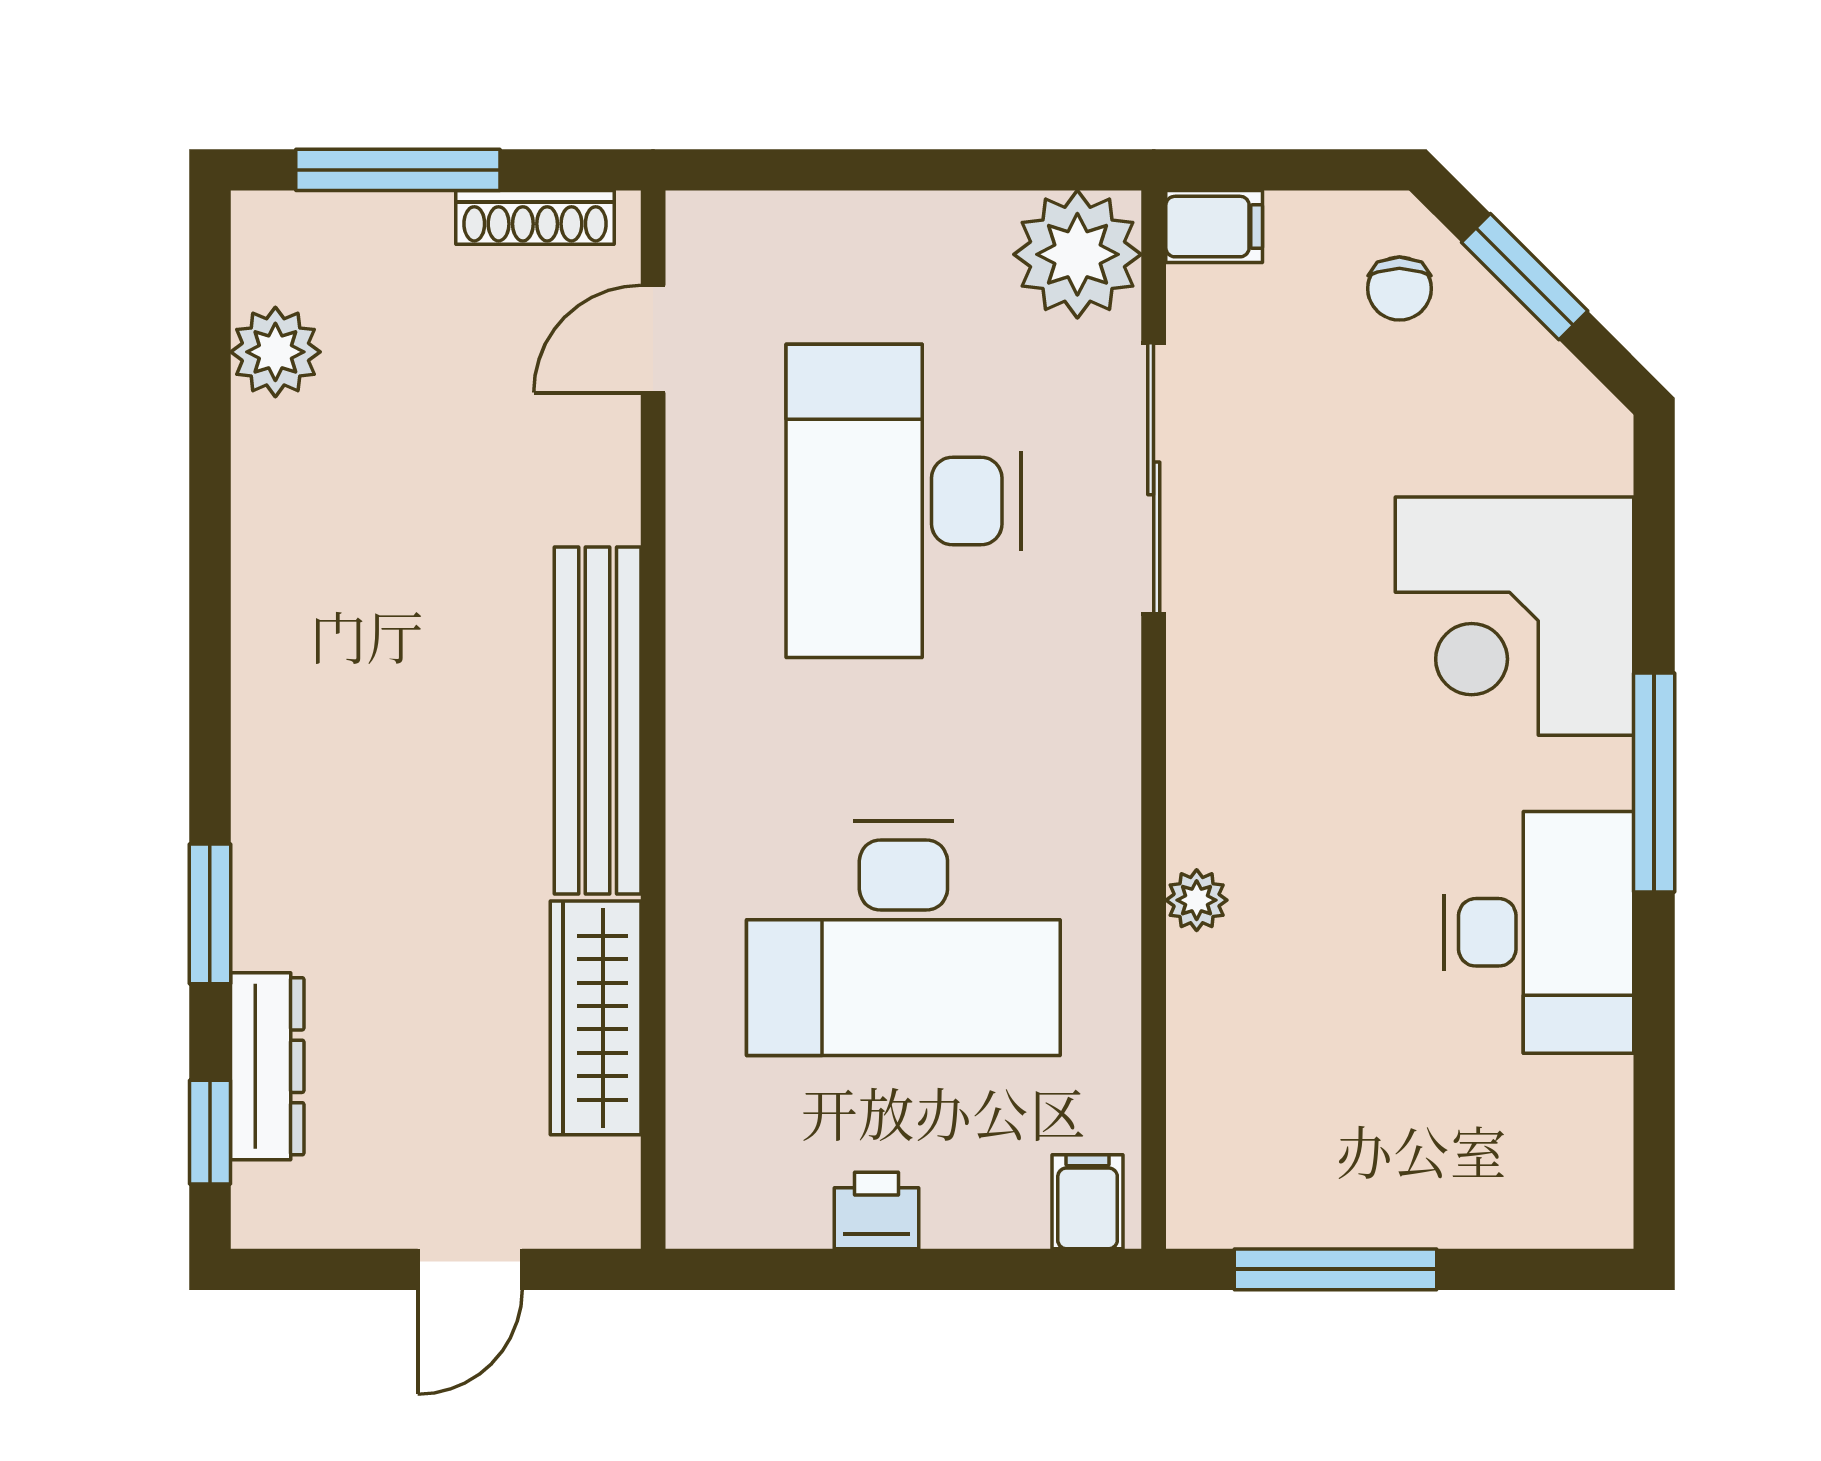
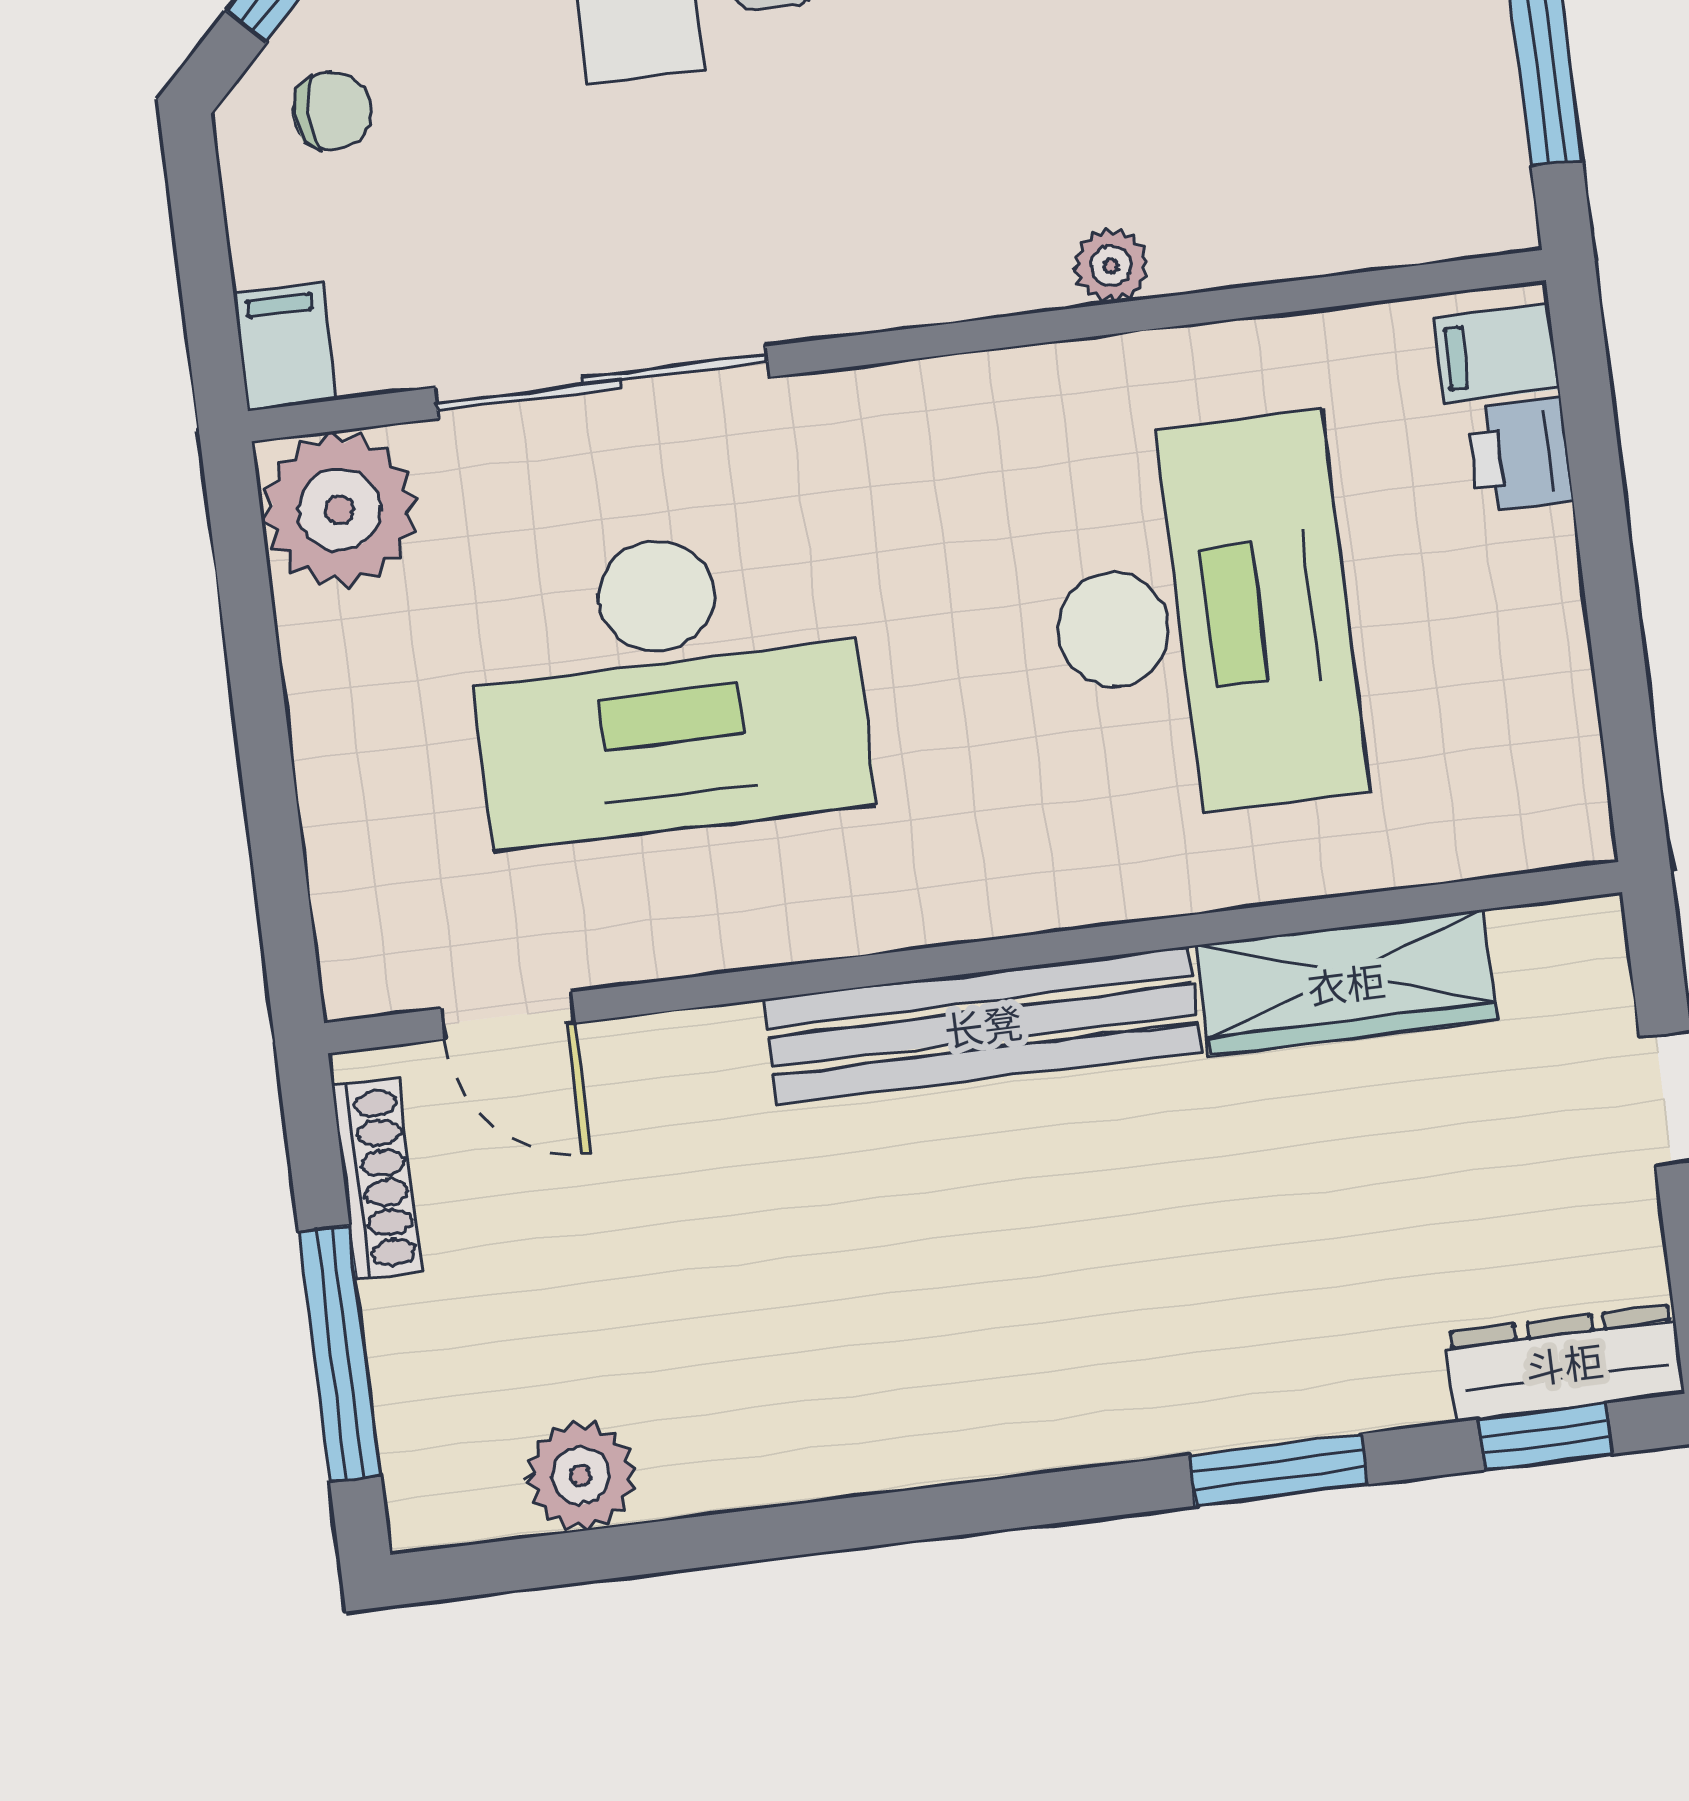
dresser: (267, 1066) -> (1564, 1363), moved
printer: (877, 1211) -> (1520, 455), moved

